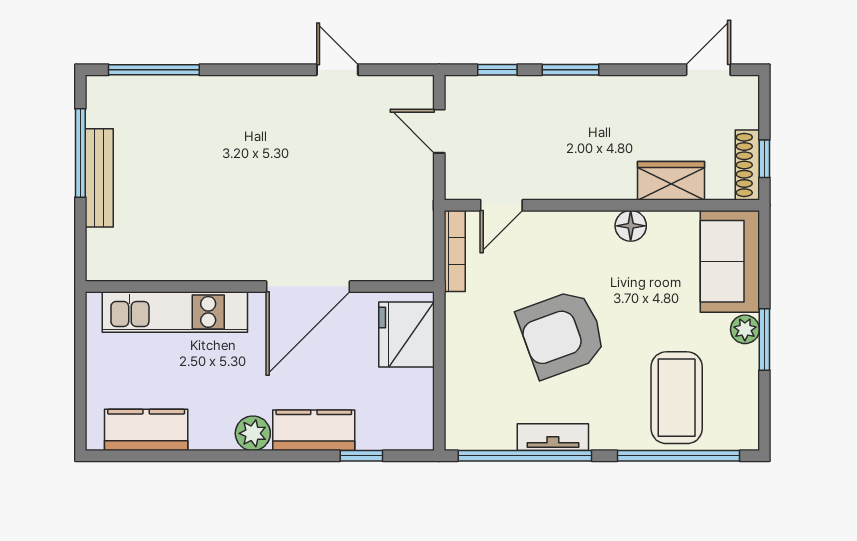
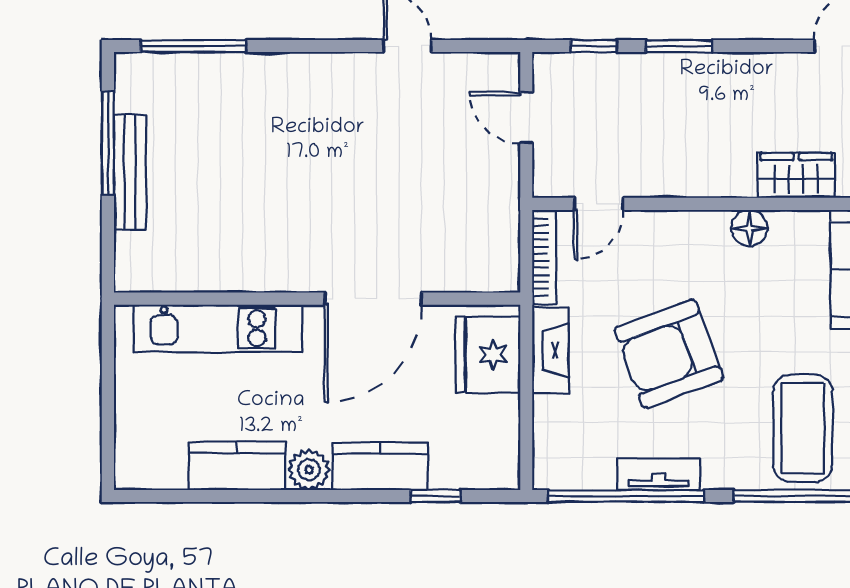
fireplace: (460, 331) -> (550, 350), added
kitchen counter: (146, 430) -> (237, 466), moved

